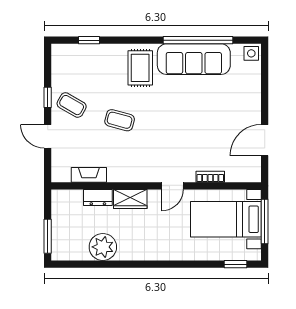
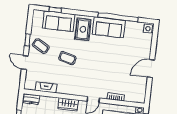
sofa: (97, 59) -> (59, 21), added
sofa: (194, 59) -> (109, 27), width x0.73
door: (265, 140) -> (151, 68), moved
dresser: (98, 197) -> (31, 99), moved

